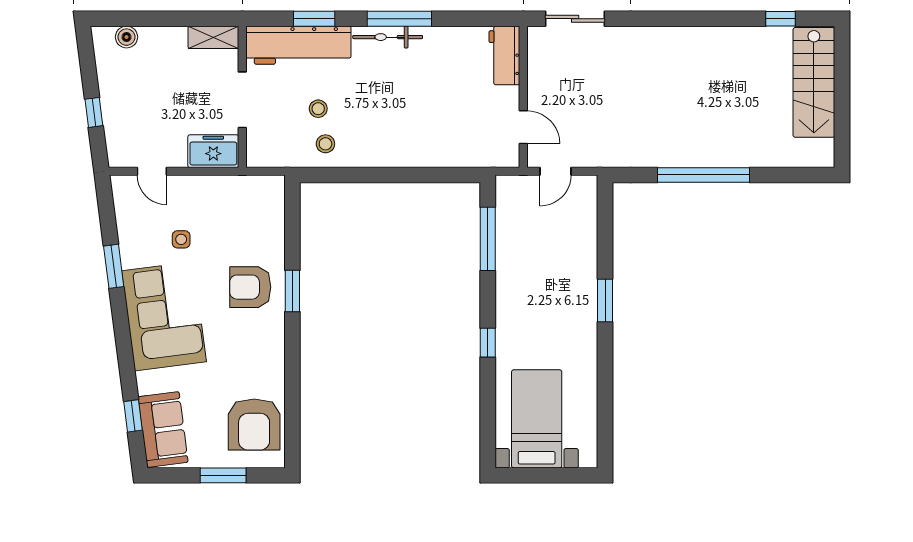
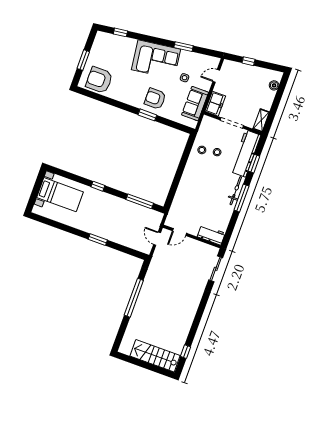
armchair: (250, 287) -> (155, 99), turned -90
sofa: (163, 430) -> (195, 104), moved, turned 97

